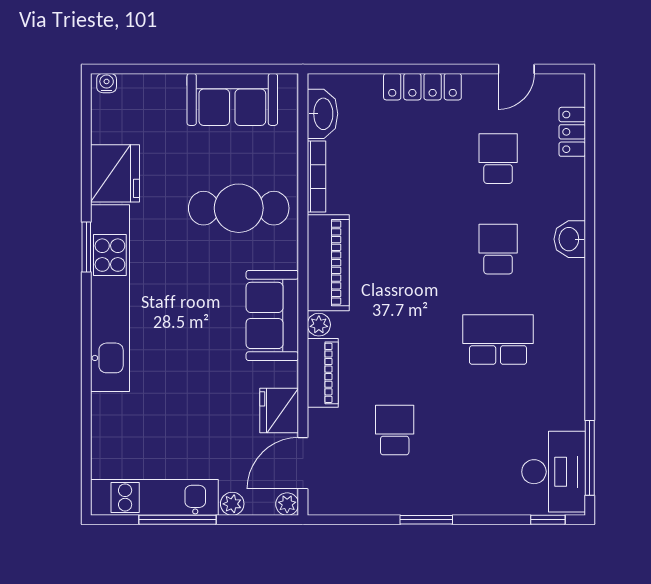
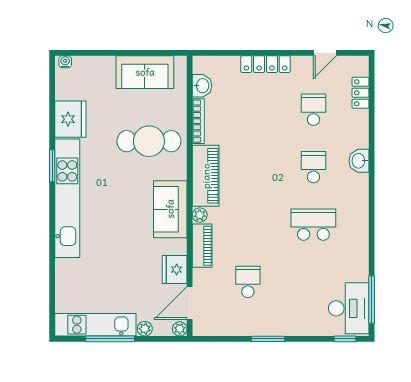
washbasin: (322, 114) -> (202, 86), width x0.72

